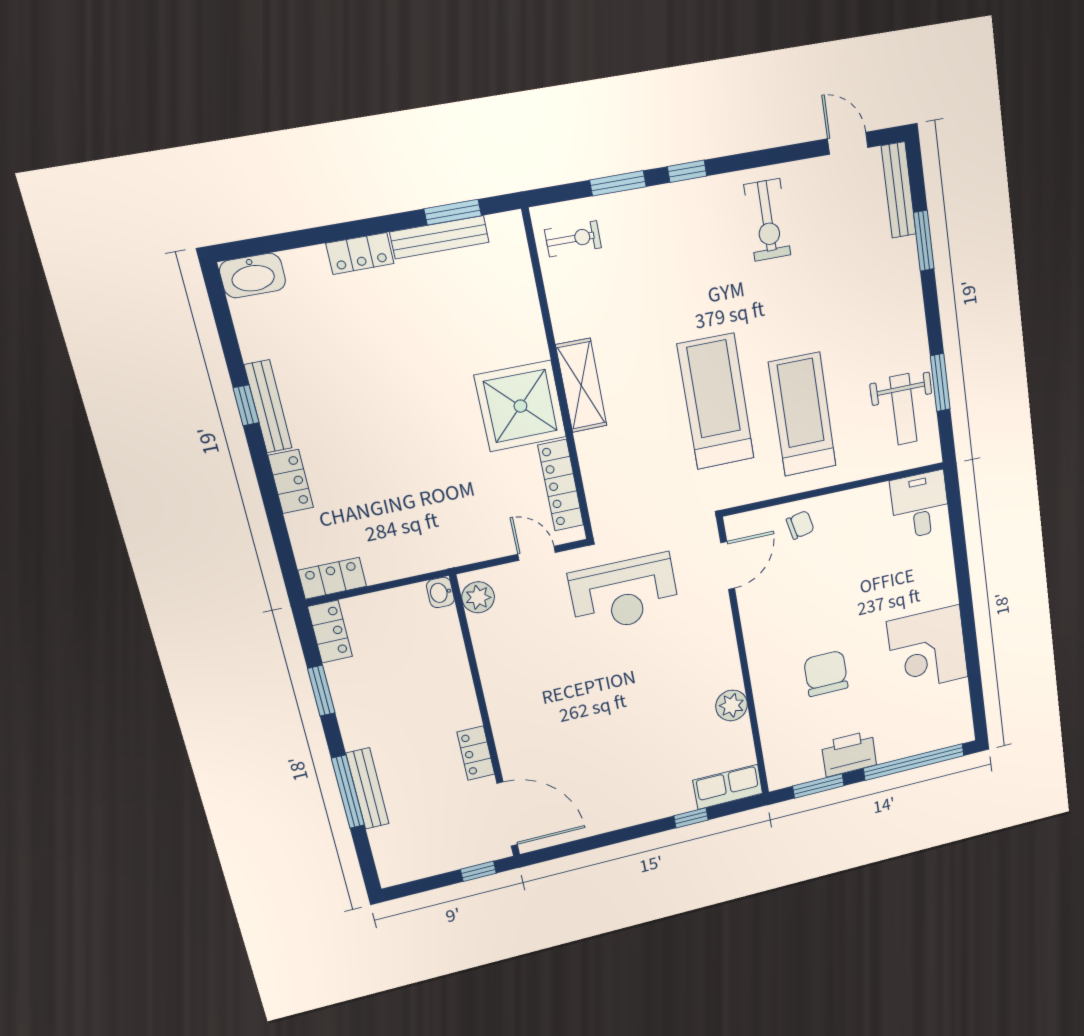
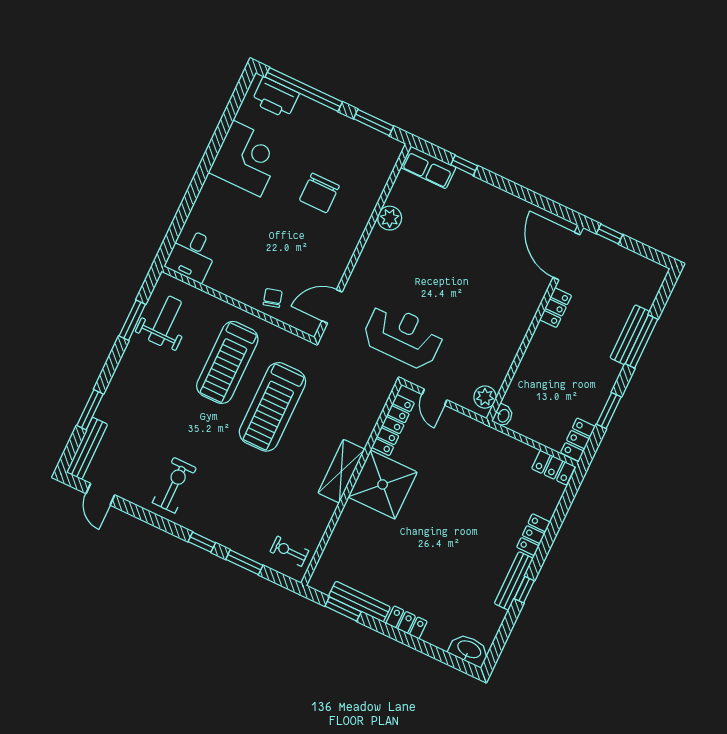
chair: (800, 525) -> (273, 298), turned 87
printer: (849, 754) -> (275, 98), moved

